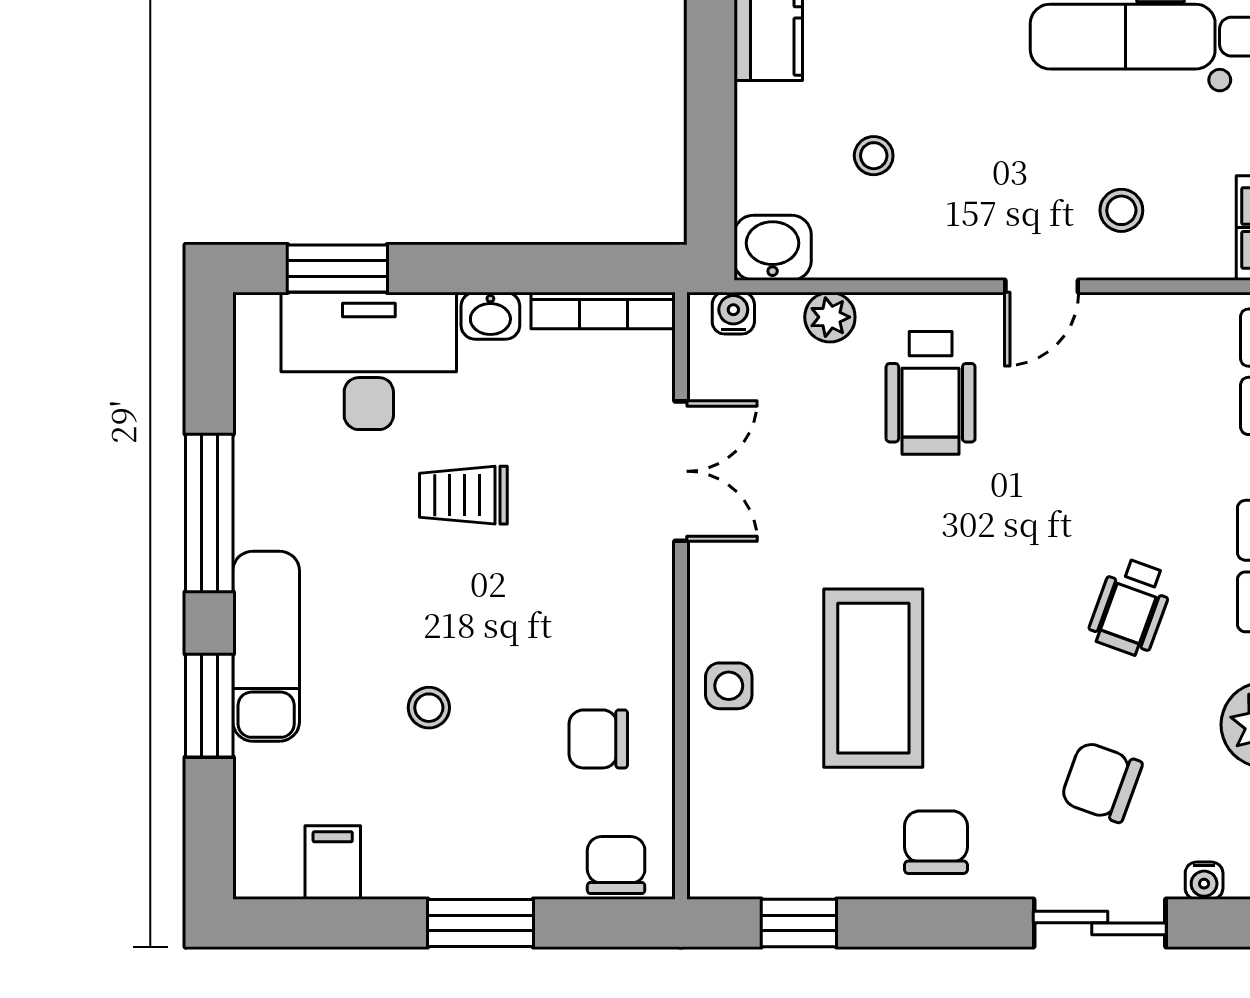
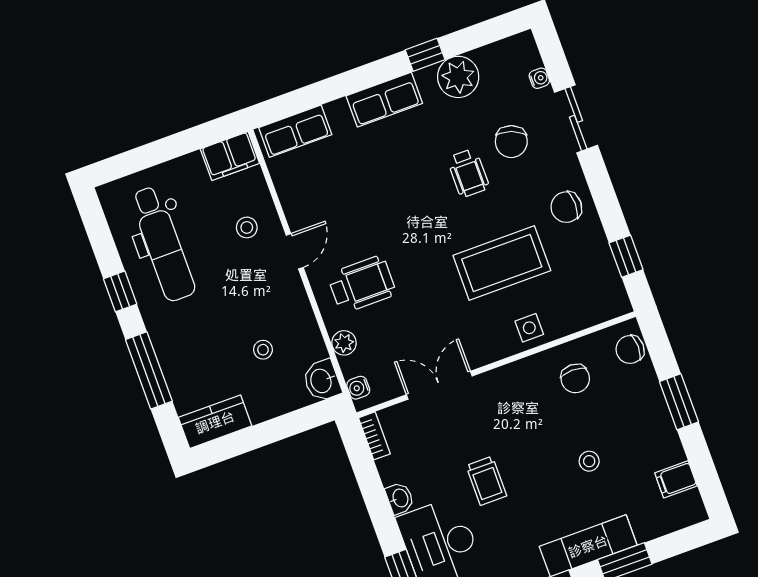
door: (1042, 286) -> (295, 251), hinge flipped
bookcase: (603, 310) -> (374, 436), width x0.64
wheelchair: (1131, 607) -> (468, 173), moved, turned 70

